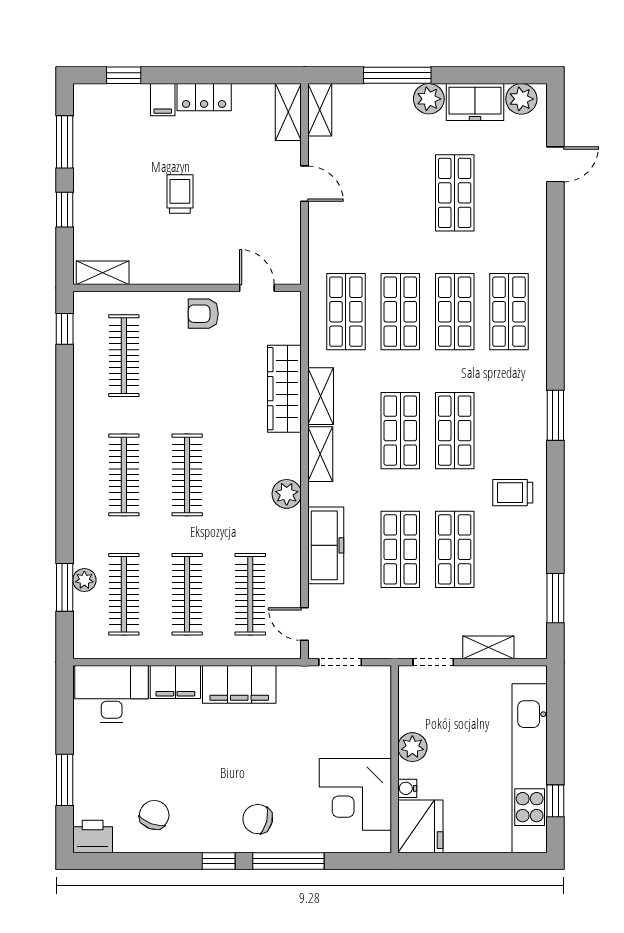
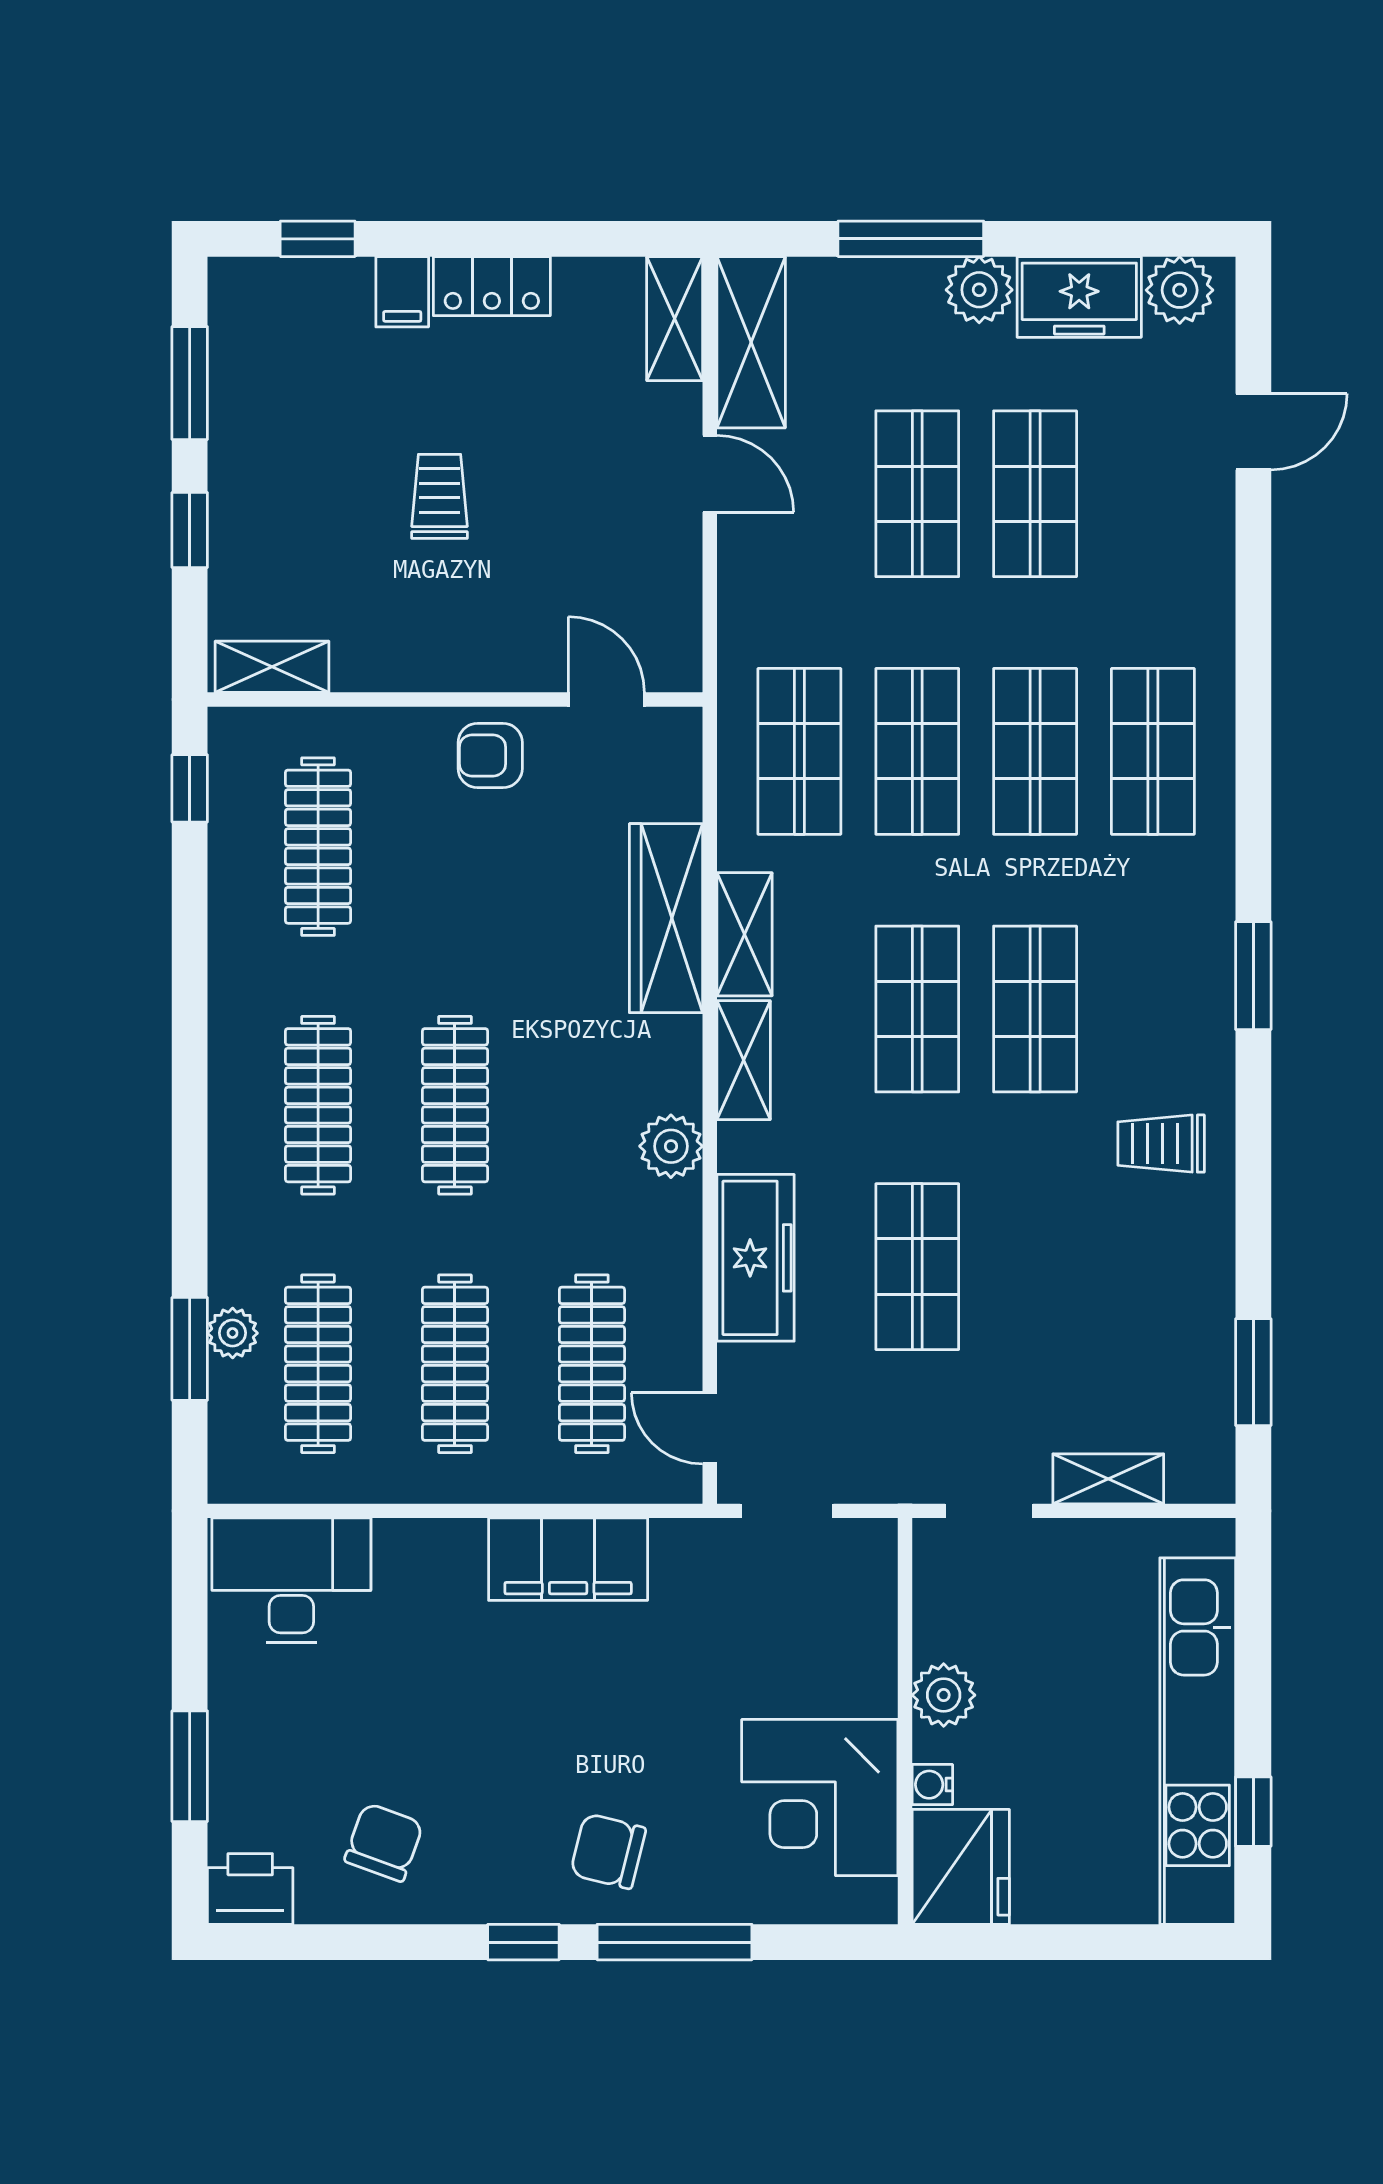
shelving: (320, 110) -> (751, 342), width x1.50, depth x1.33
shop shelf: (455, 549) -> (917, 494), moved
filing cabinet: (175, 682) -> (430, 1554), removed

